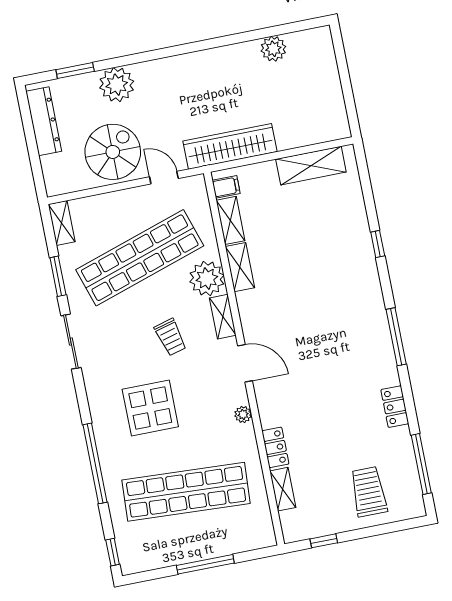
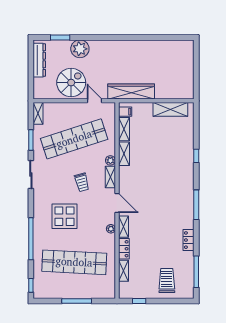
plant: (273, 49) -> (163, 46), removed
plant: (207, 278) -> (110, 160), width x0.53, depth x0.53
shelving: (266, 406) -> (124, 227), added

